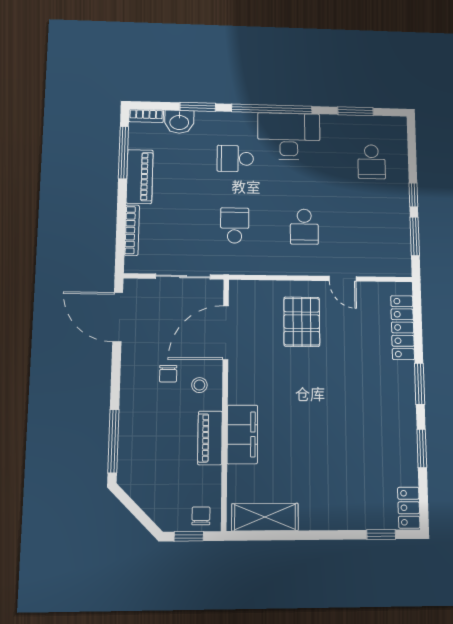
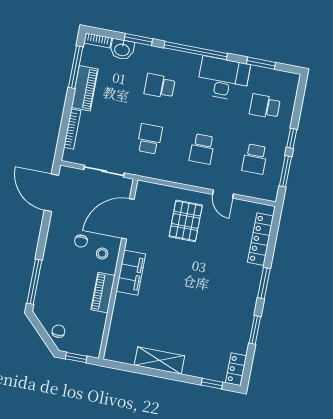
desk: (289, 136) -> (223, 79), moved
school desk: (372, 162) -> (265, 106), turned 90
school desk: (373, 228) -> (255, 159), added
filing cabinet: (242, 434) -> (131, 273), moved
chair: (201, 516) -> (58, 331), moved
shelving: (265, 517) -> (159, 361), moved

